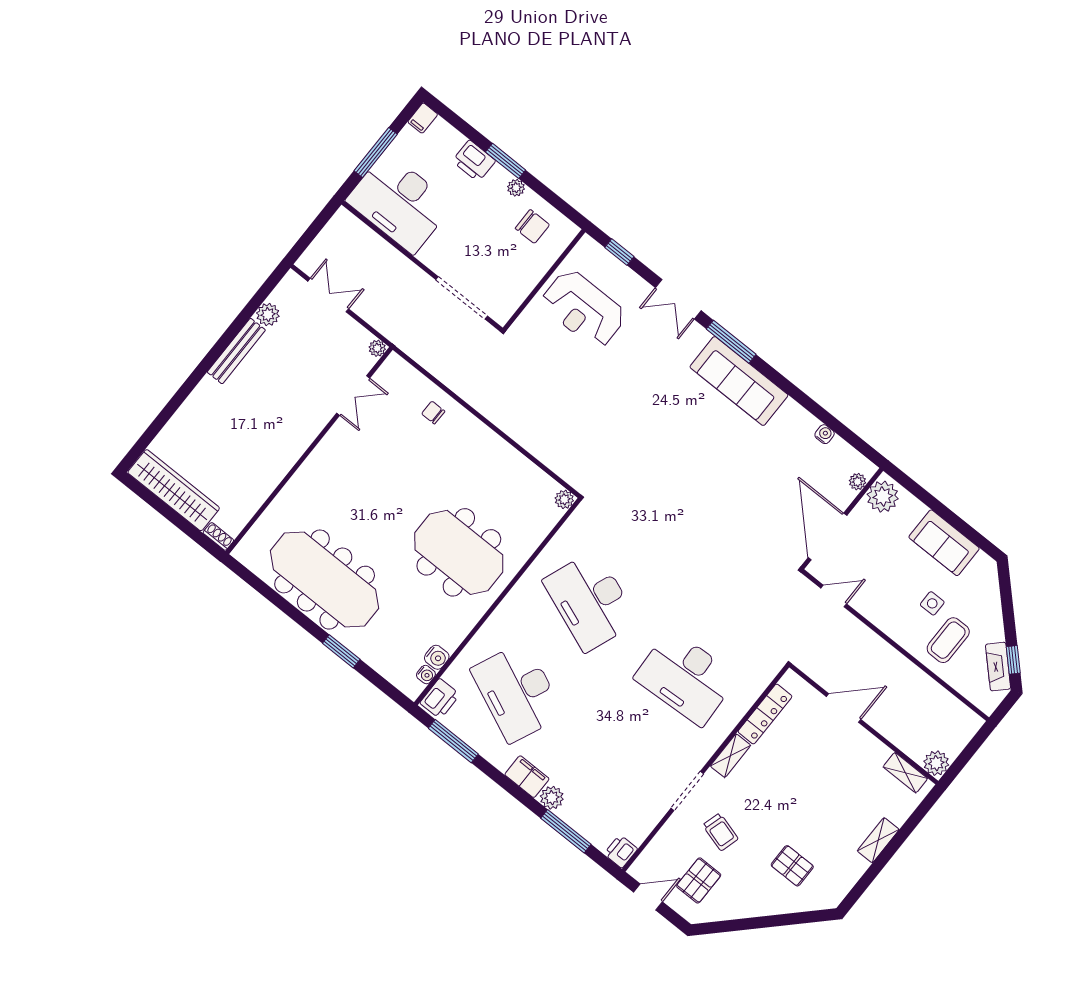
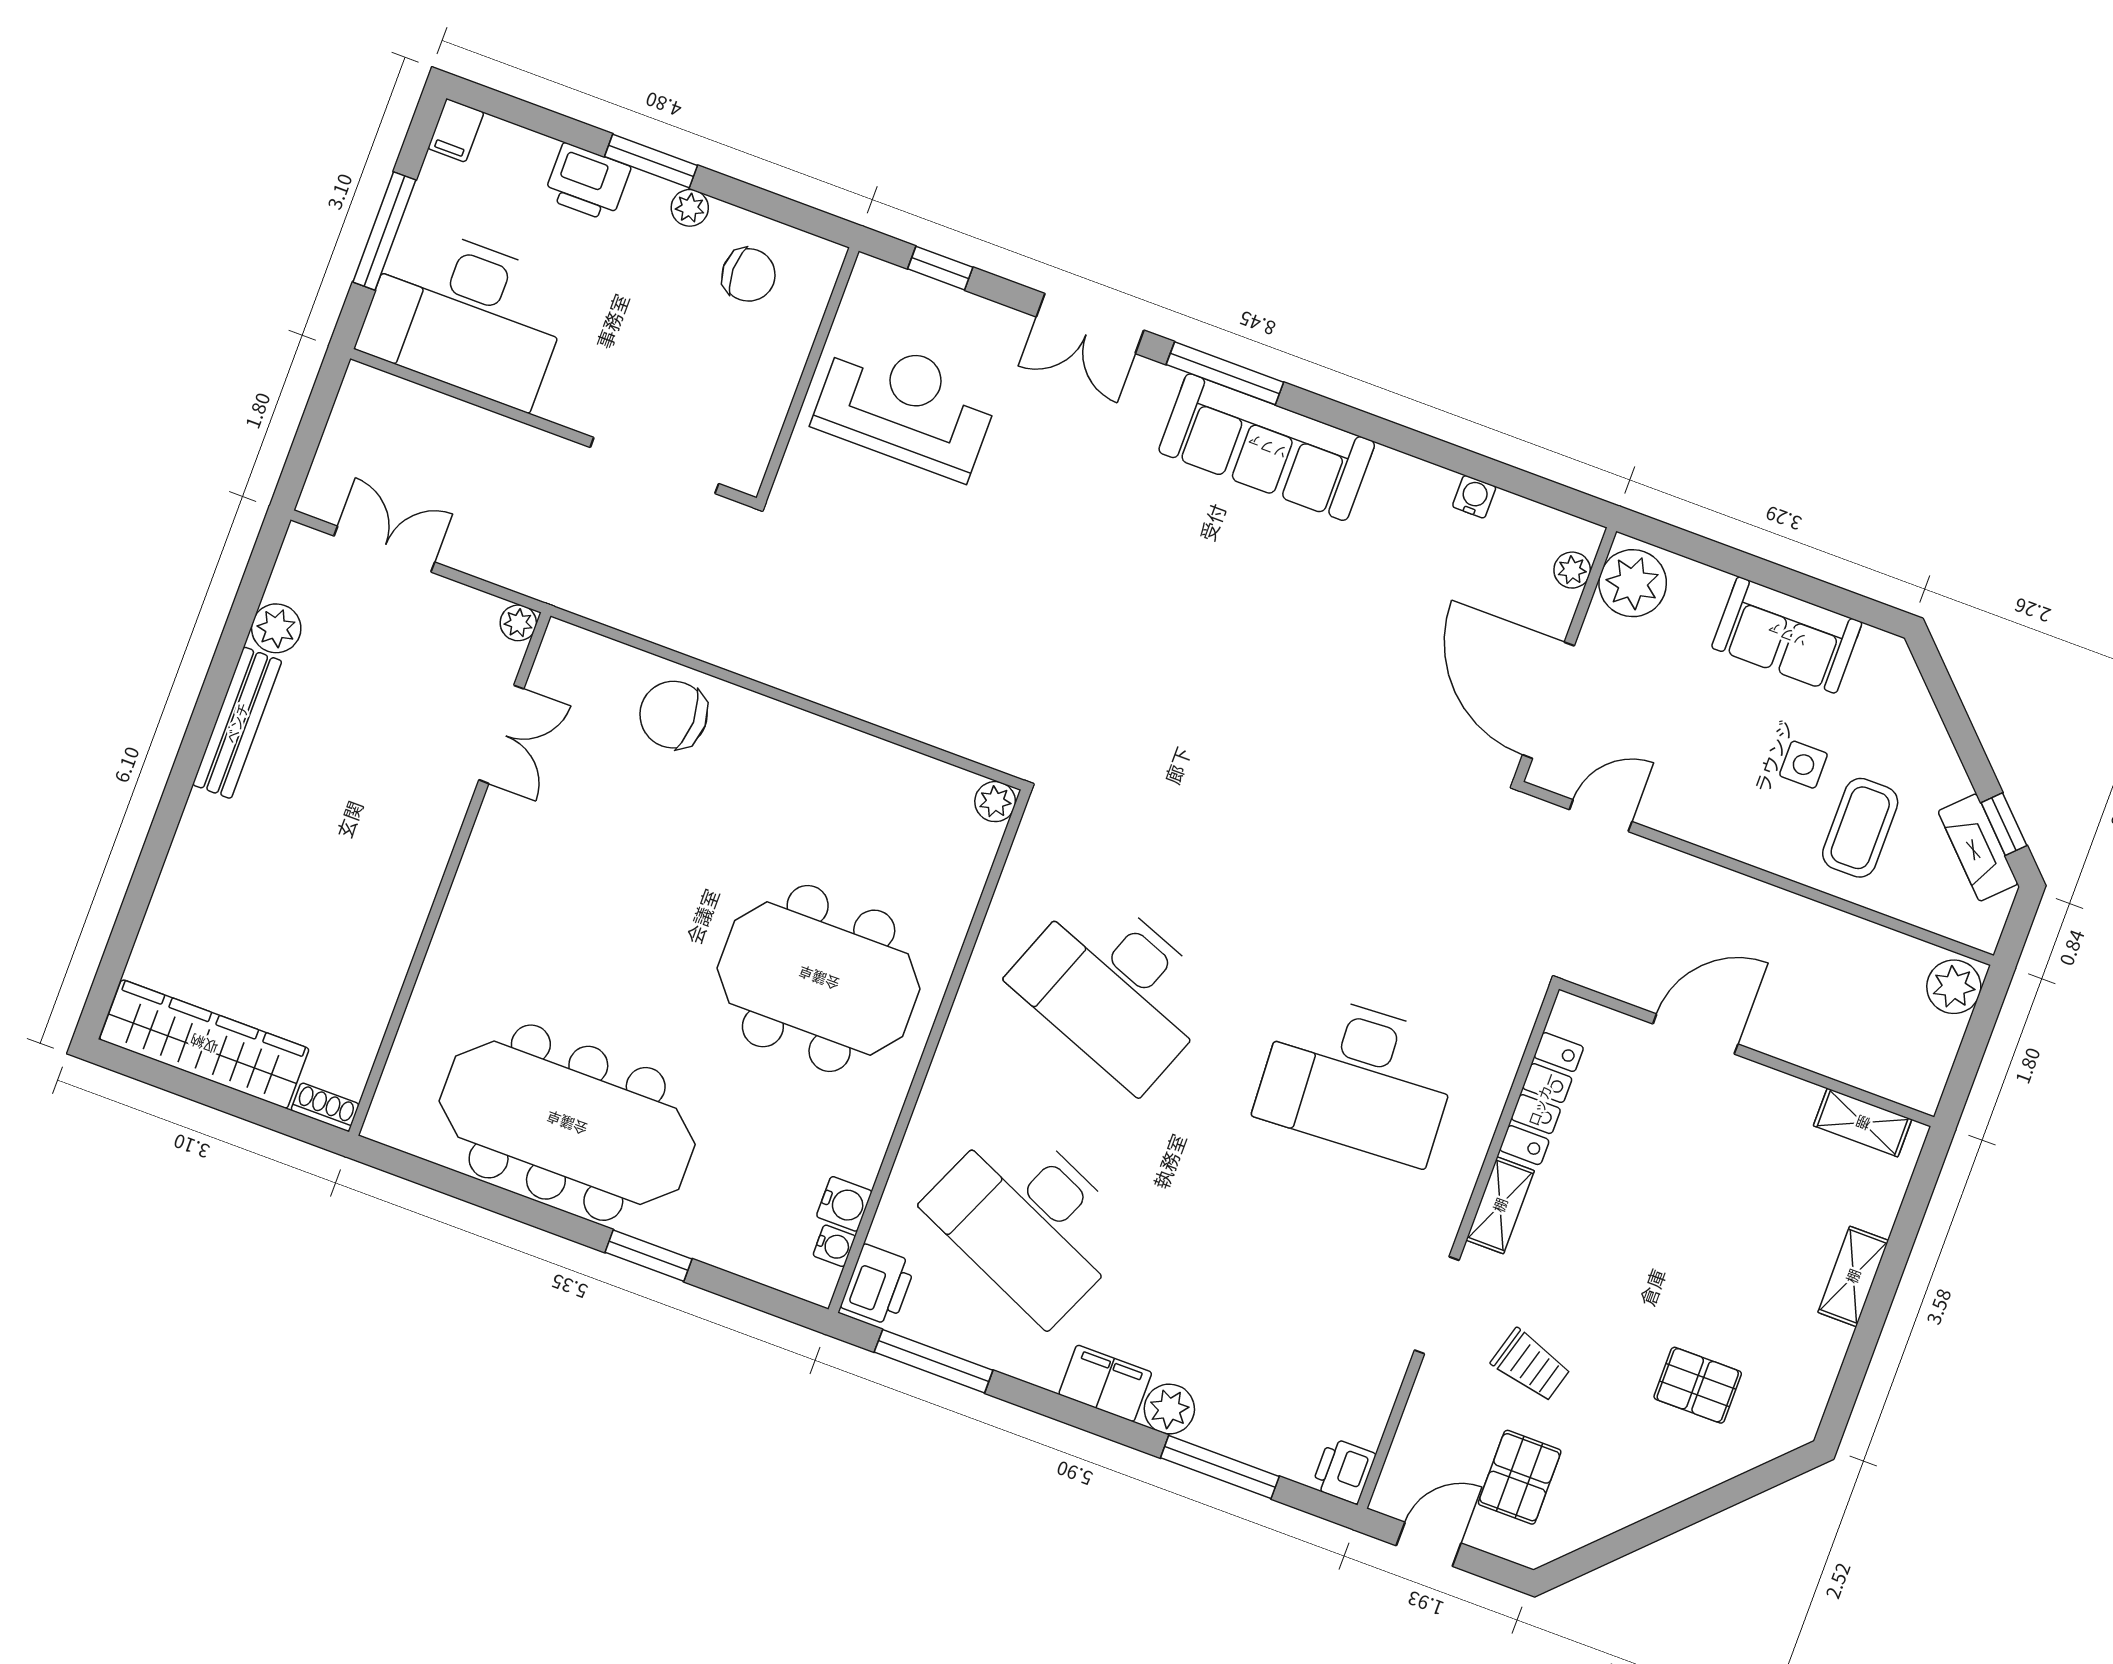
reception desk: (583, 309) -> (906, 406), turned 180
chair: (433, 412) -> (674, 715), width x1.87, depth x1.87
plant: (936, 763) -> (1954, 987), moved

